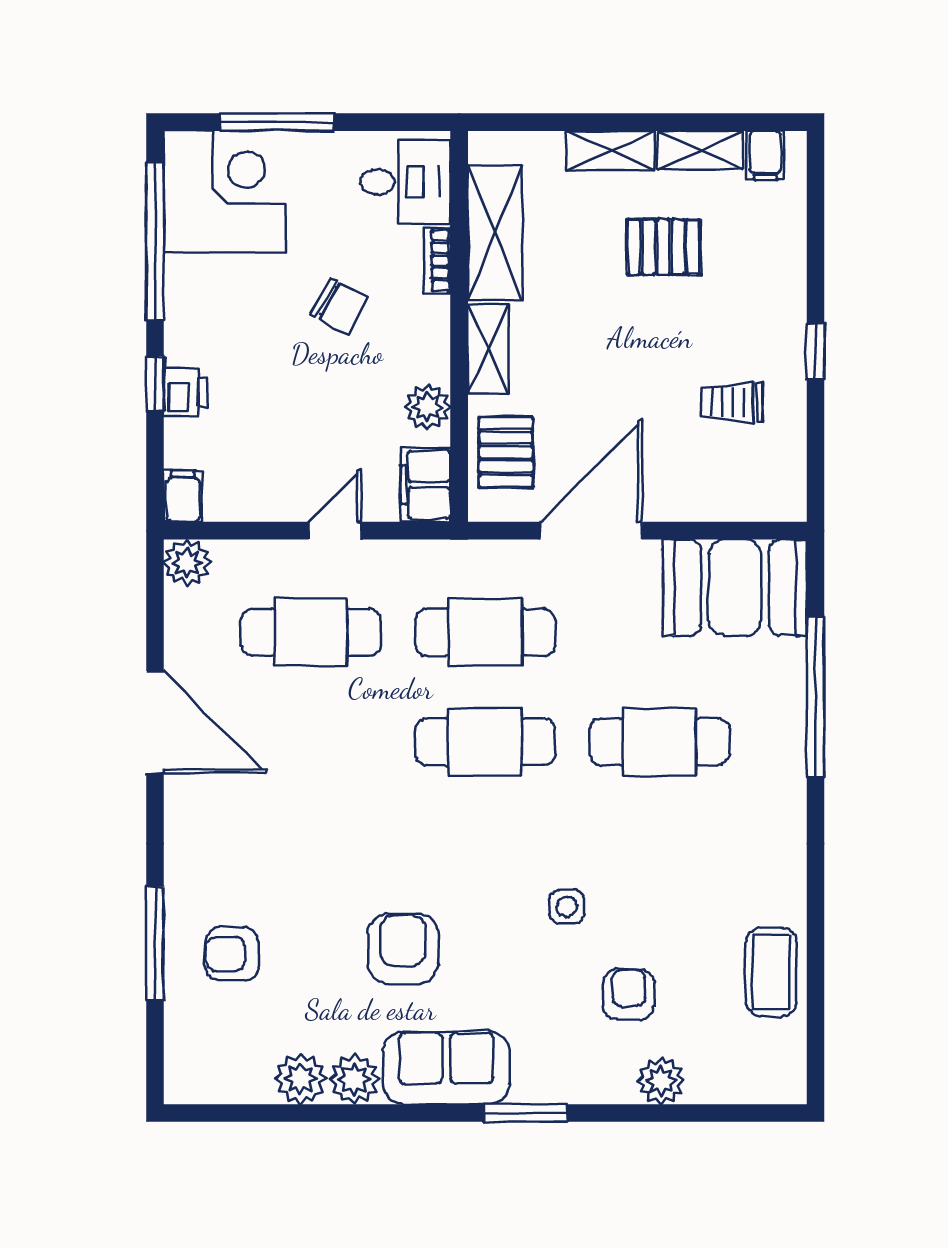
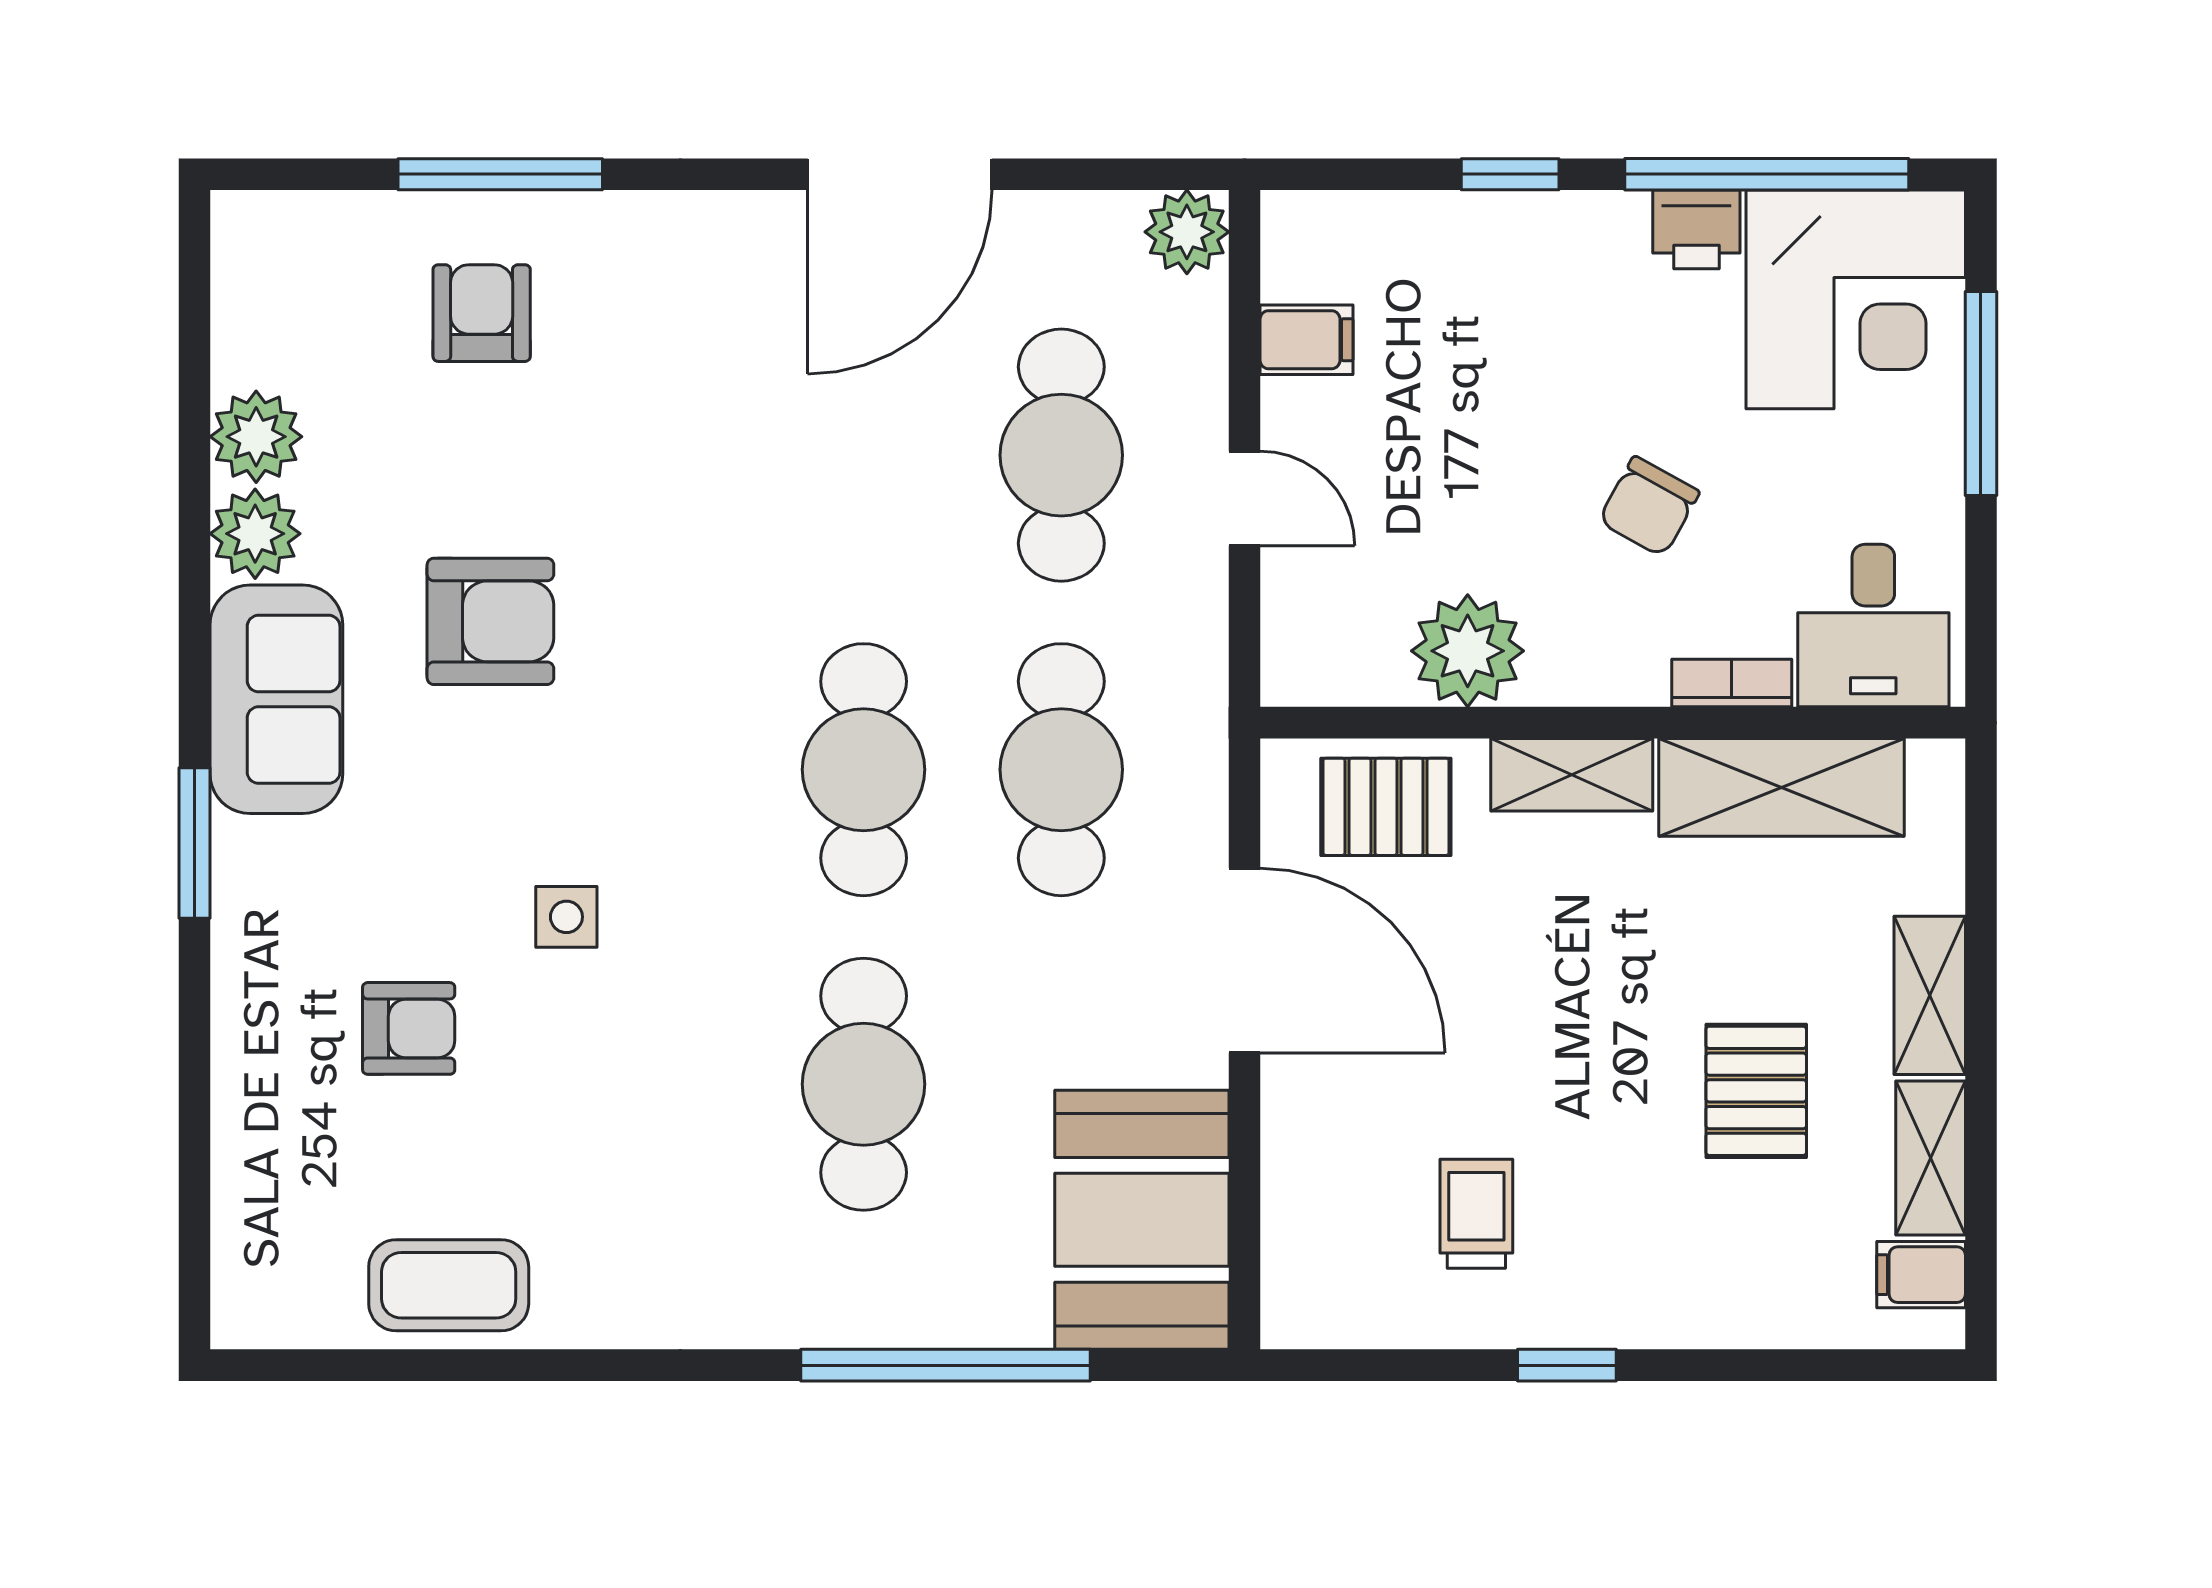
printer: (186, 392) -> (1696, 229), moved
plant: (428, 407) -> (1468, 651), width x1.36, depth x1.36
filing cabinet: (426, 485) -> (1327, 662), removed
filing cabinet: (183, 496) -> (1307, 340), moved
plant: (661, 1081) -> (253, 1087), removed

